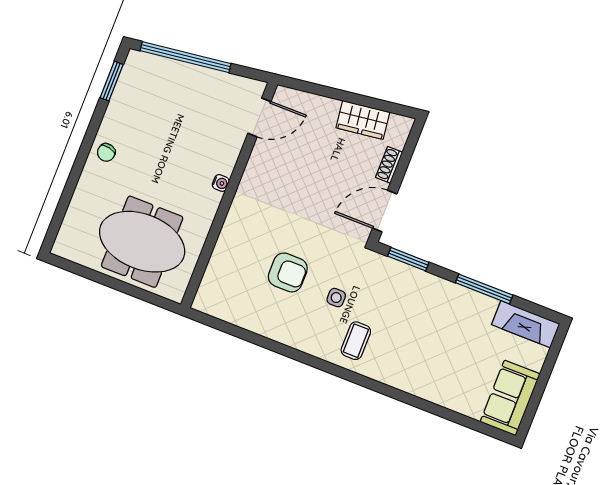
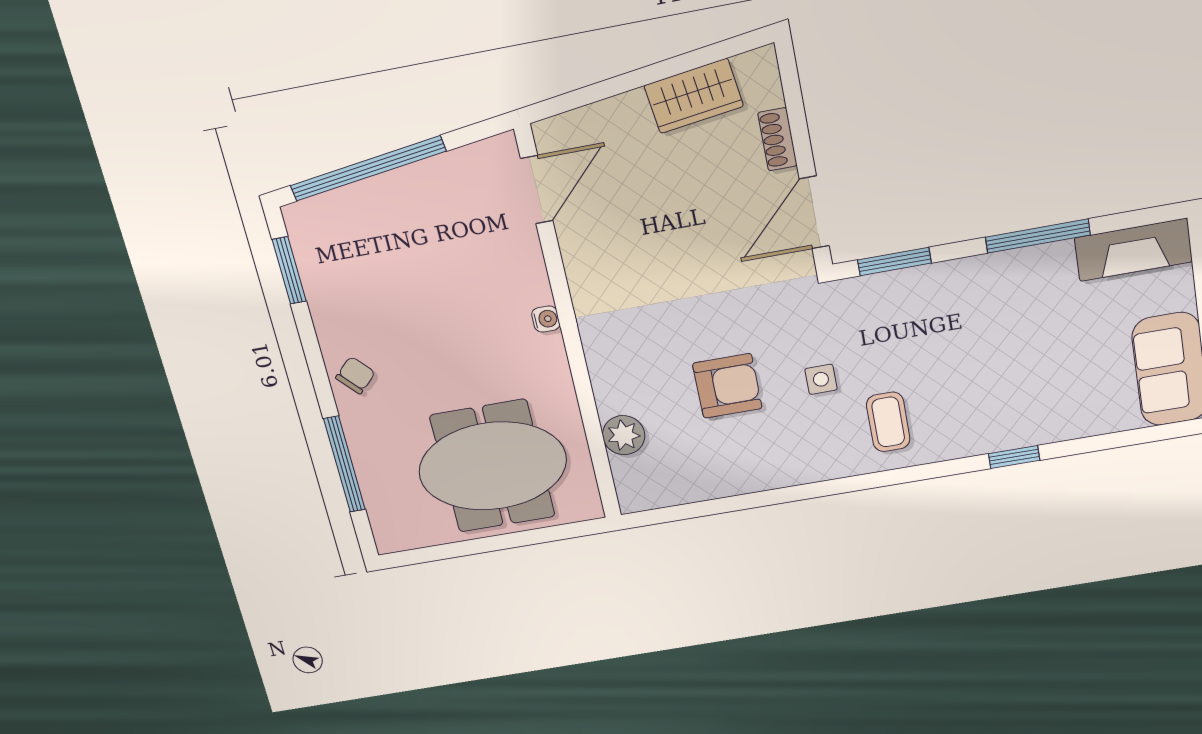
chair: (106, 152) -> (355, 375), turned -146
window: (67, 194) -> (344, 464), added
plant: (219, 266) -> (624, 435), added
window: (407, 398) -> (1014, 457), added

